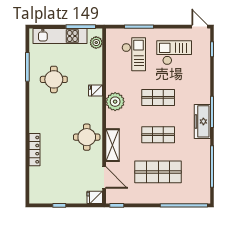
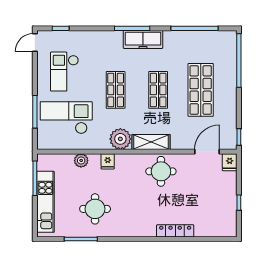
plant: (96, 43) -> (81, 160), moved
checkout: (134, 54) -> (66, 118), width x1.36, depth x1.21
shelving: (112, 145) -> (151, 142), moved

